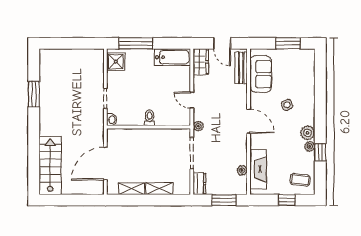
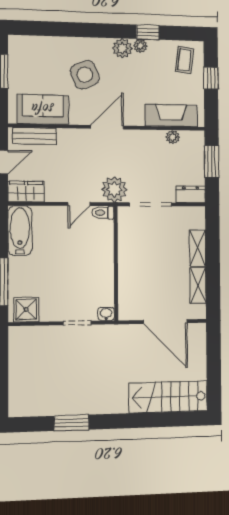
side table: (287, 105) -> (85, 75), width x1.87, depth x1.87
toilet: (150, 118) -> (103, 213), moved
plant: (198, 126) -> (114, 189), width x1.88, depth x1.88

